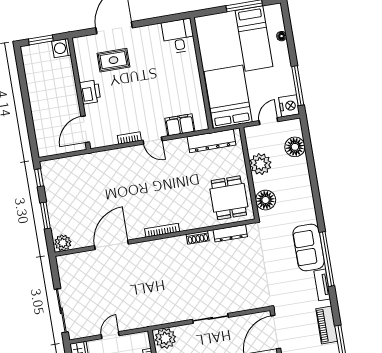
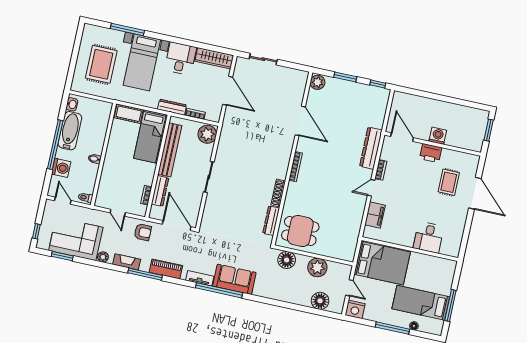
desk: (178, 36) -> (429, 237), moved, turned 90
washing machine: (61, 48) -> (438, 136), moved
window: (298, 86) -> (392, 328), moved
dresser: (211, 141) -> (371, 148), moved
shoe rack: (198, 238) -> (278, 193), width x1.43
sliding door: (61, 311) -> (263, 59), width x0.73
door: (110, 335) -> (228, 91), width x1.87

